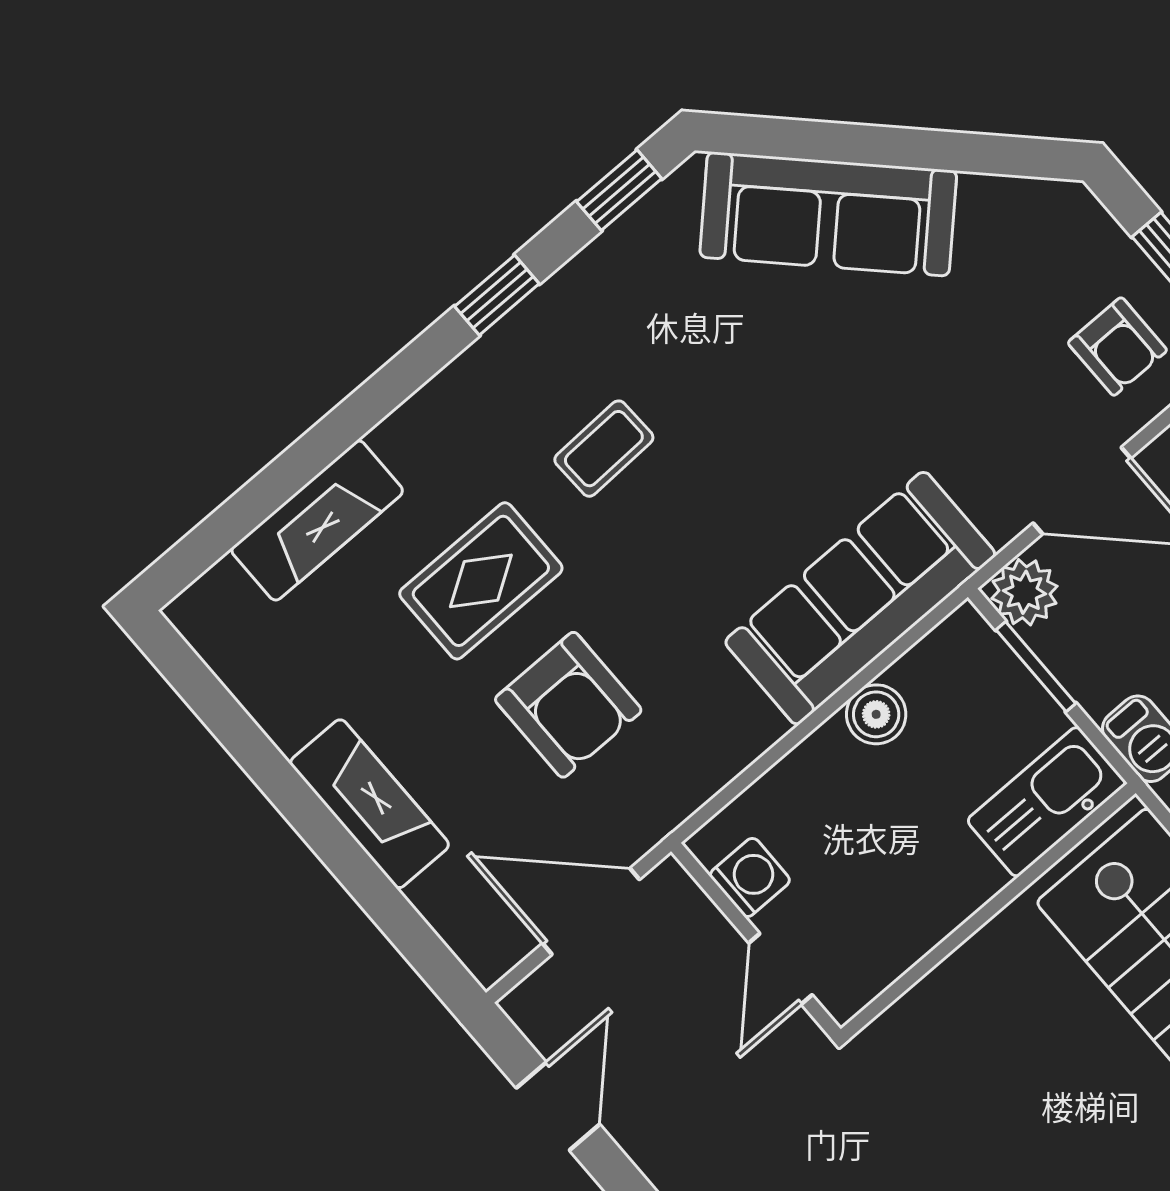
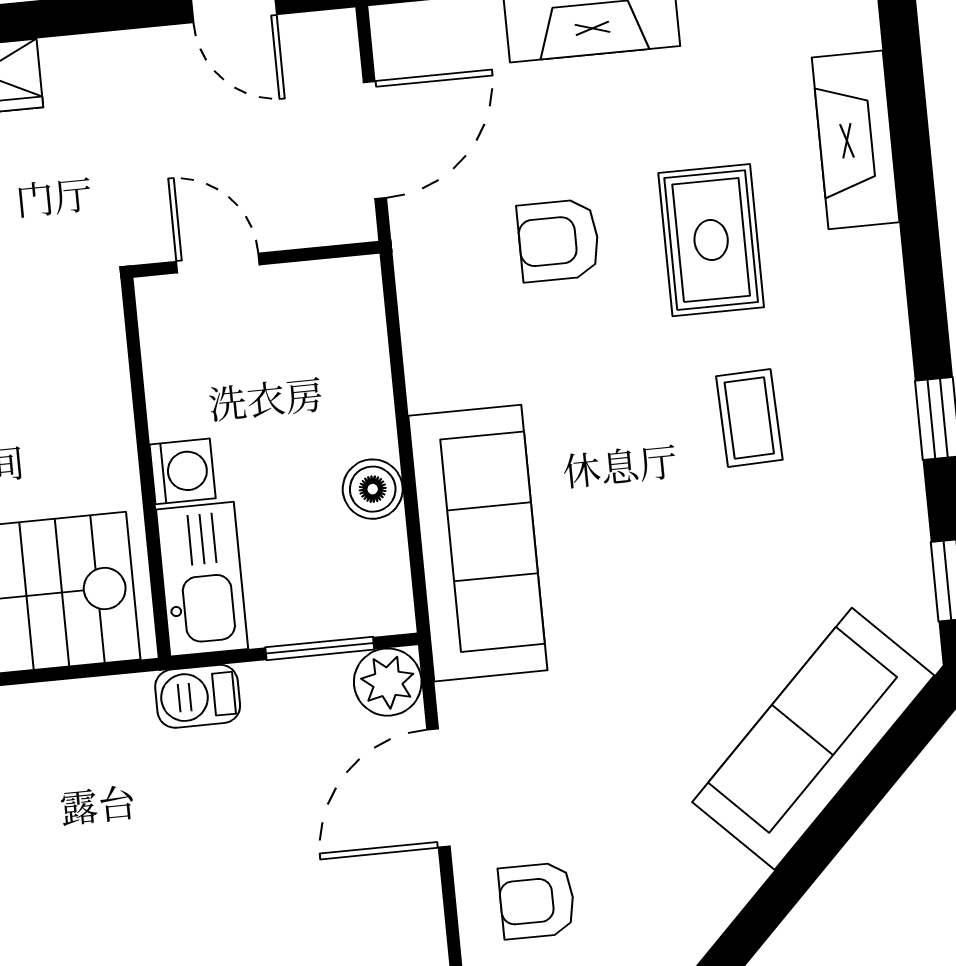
armchair: (568, 705) -> (559, 241), width x0.72, depth x0.72
washing machine: (750, 877) -> (183, 471), moved, turned -90

